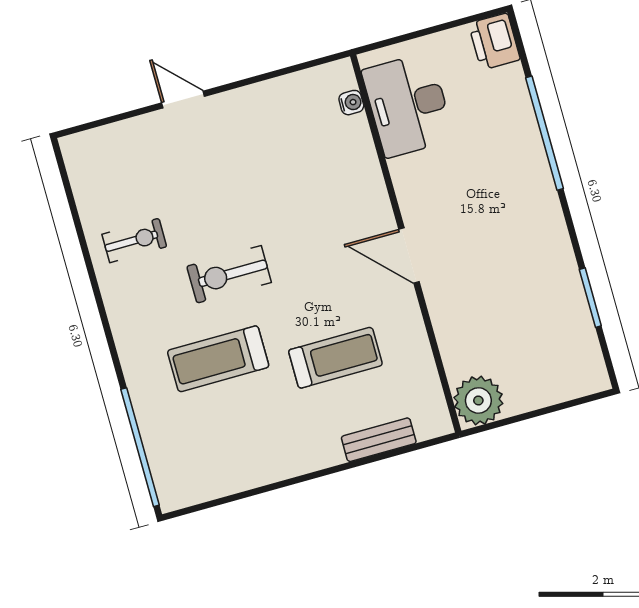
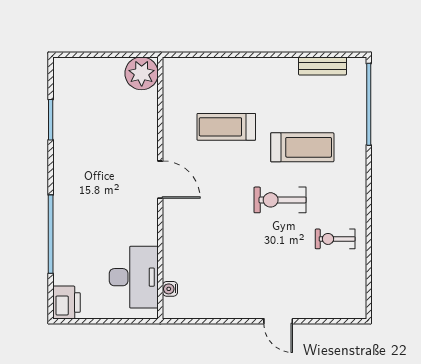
exercise bike: (229, 274) -> (280, 200), turned 180
bench: (379, 440) -> (322, 66), moved

